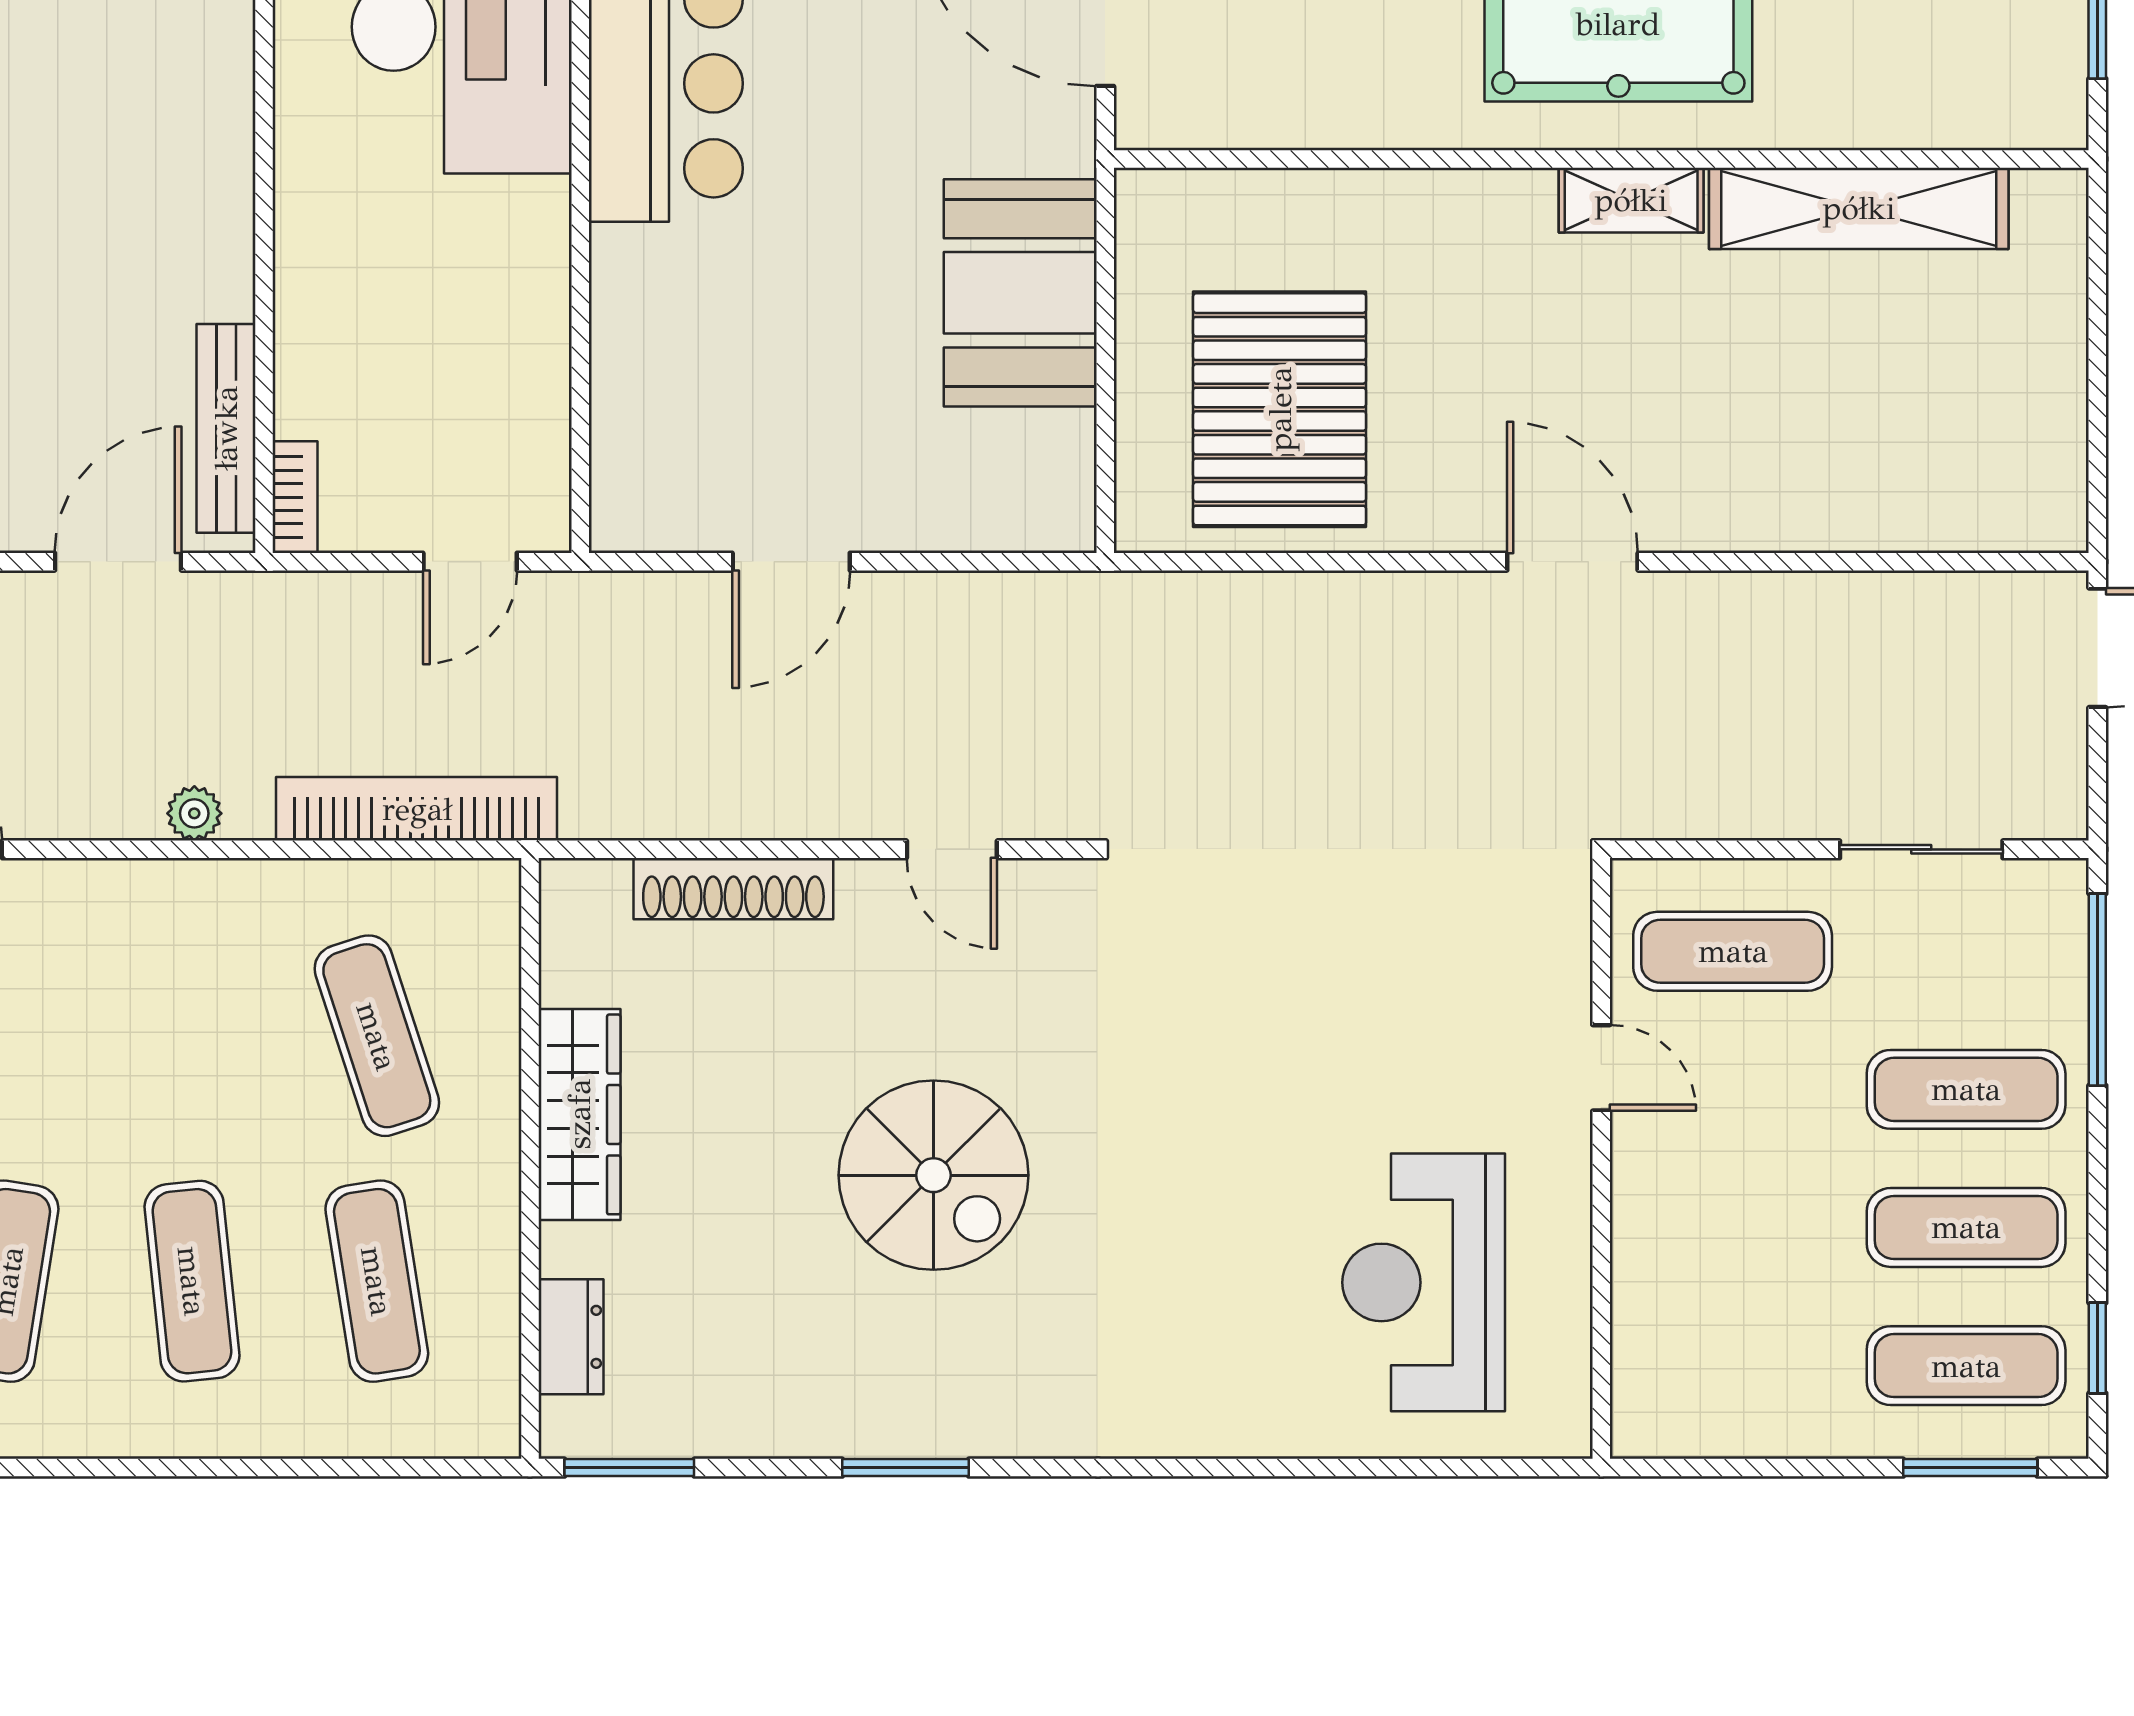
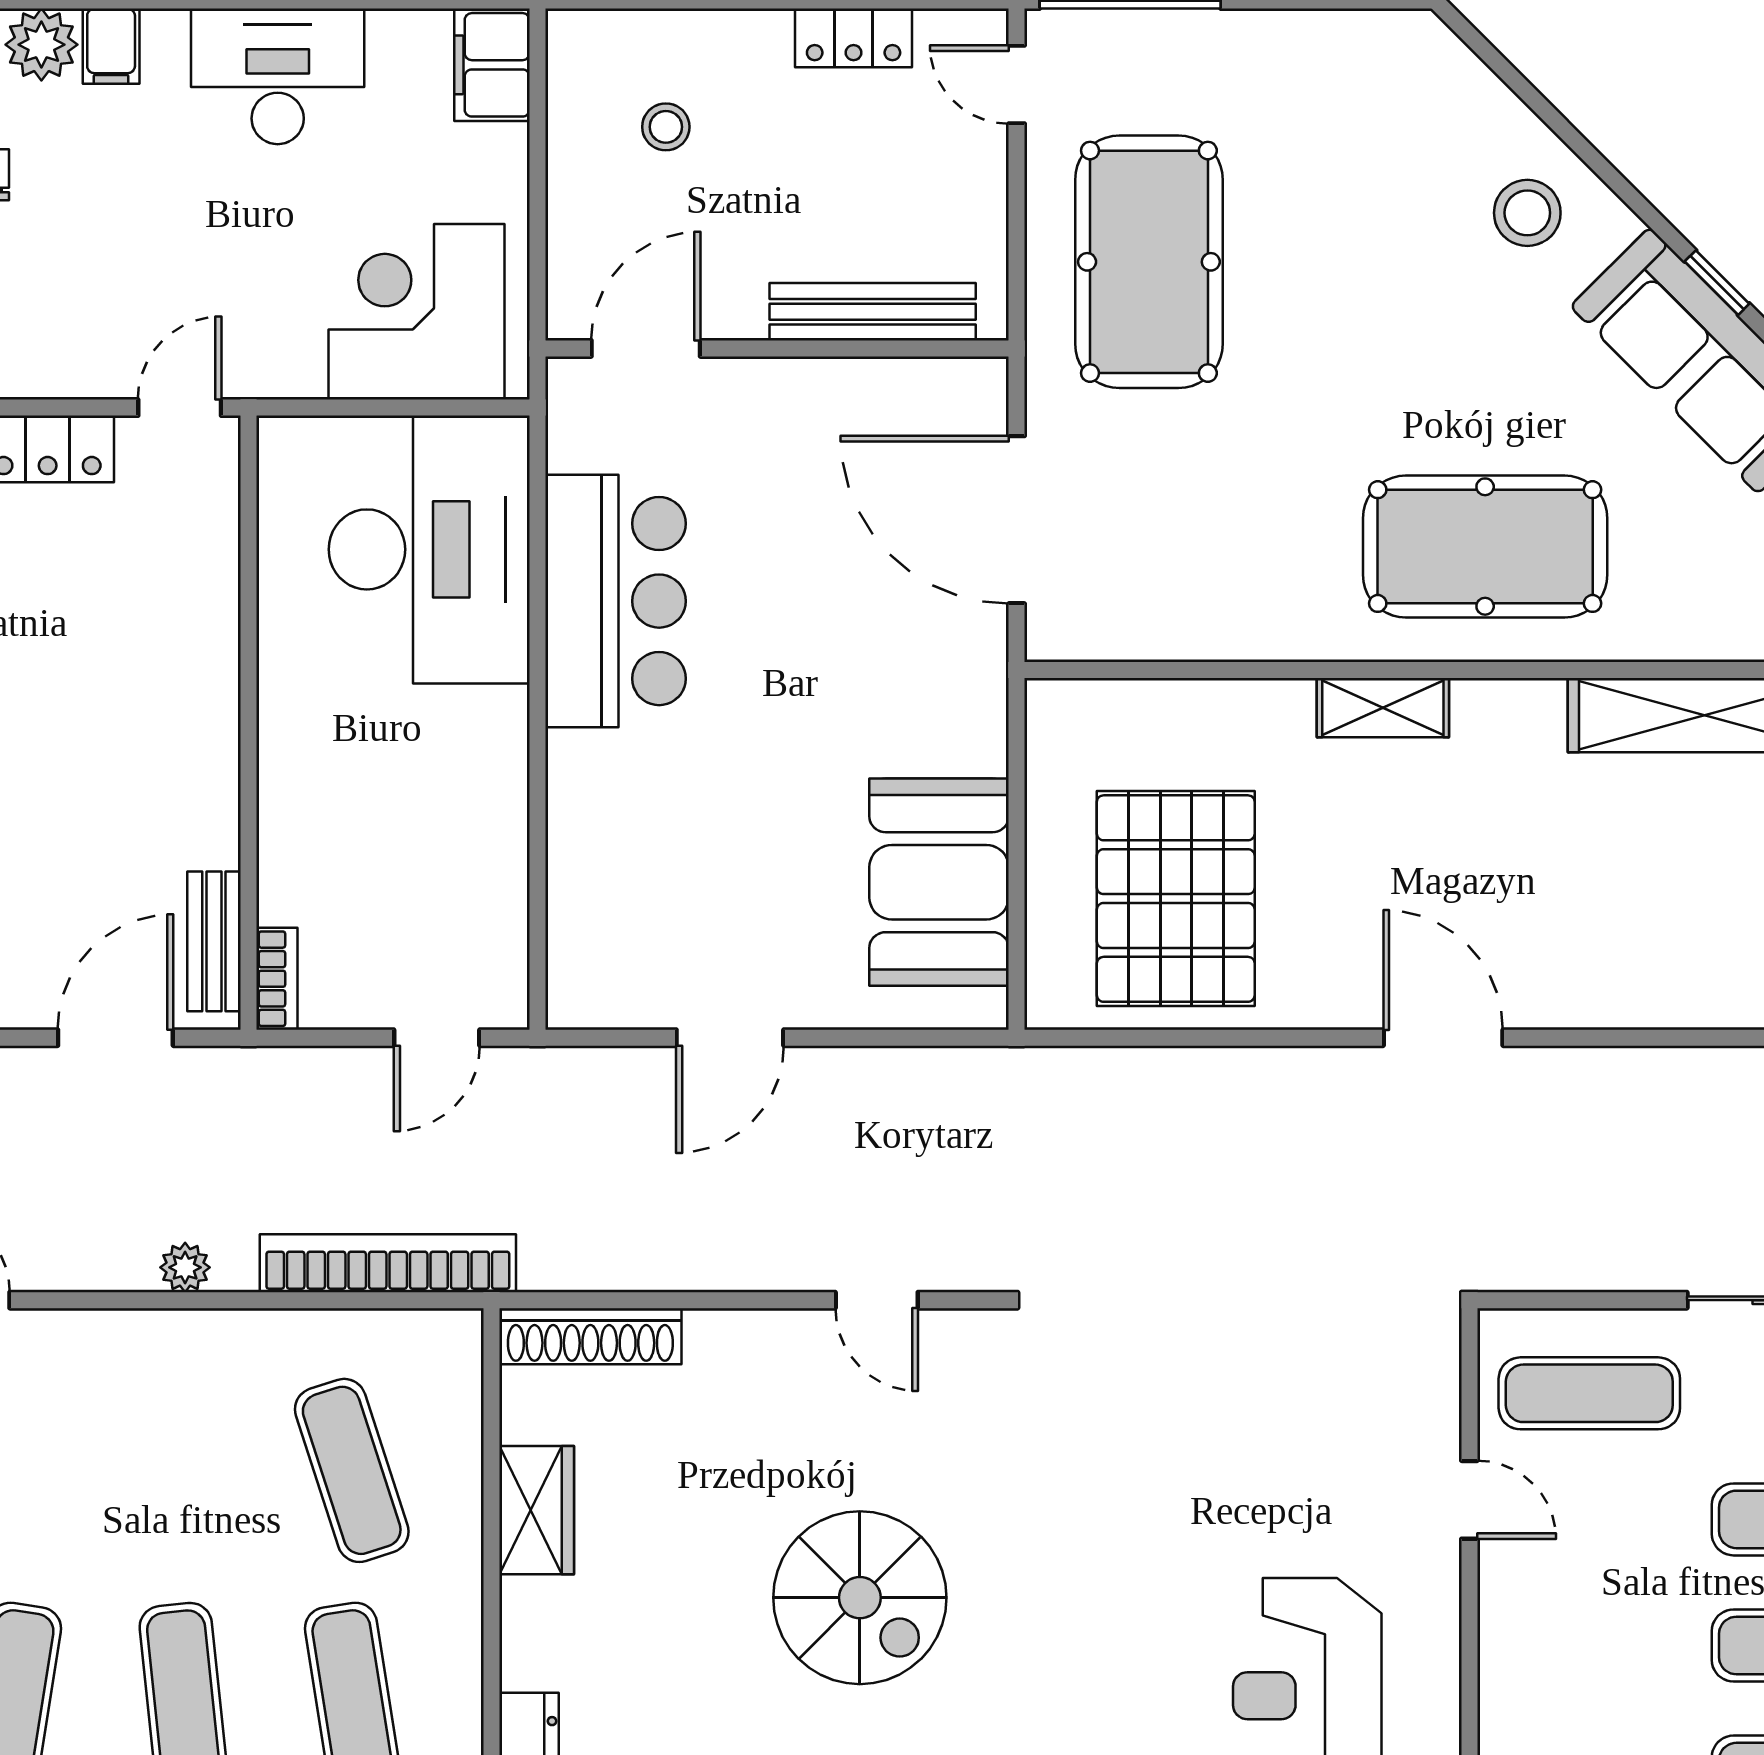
shelving: (1631, 200) -> (1383, 708), moved
booth: (1020, 293) -> (939, 882), moved
bench: (226, 428) -> (214, 941), width x0.73
shoe rack: (733, 889) -> (590, 1336), moved
wardrobe: (579, 1114) -> (537, 1510), width x0.67

